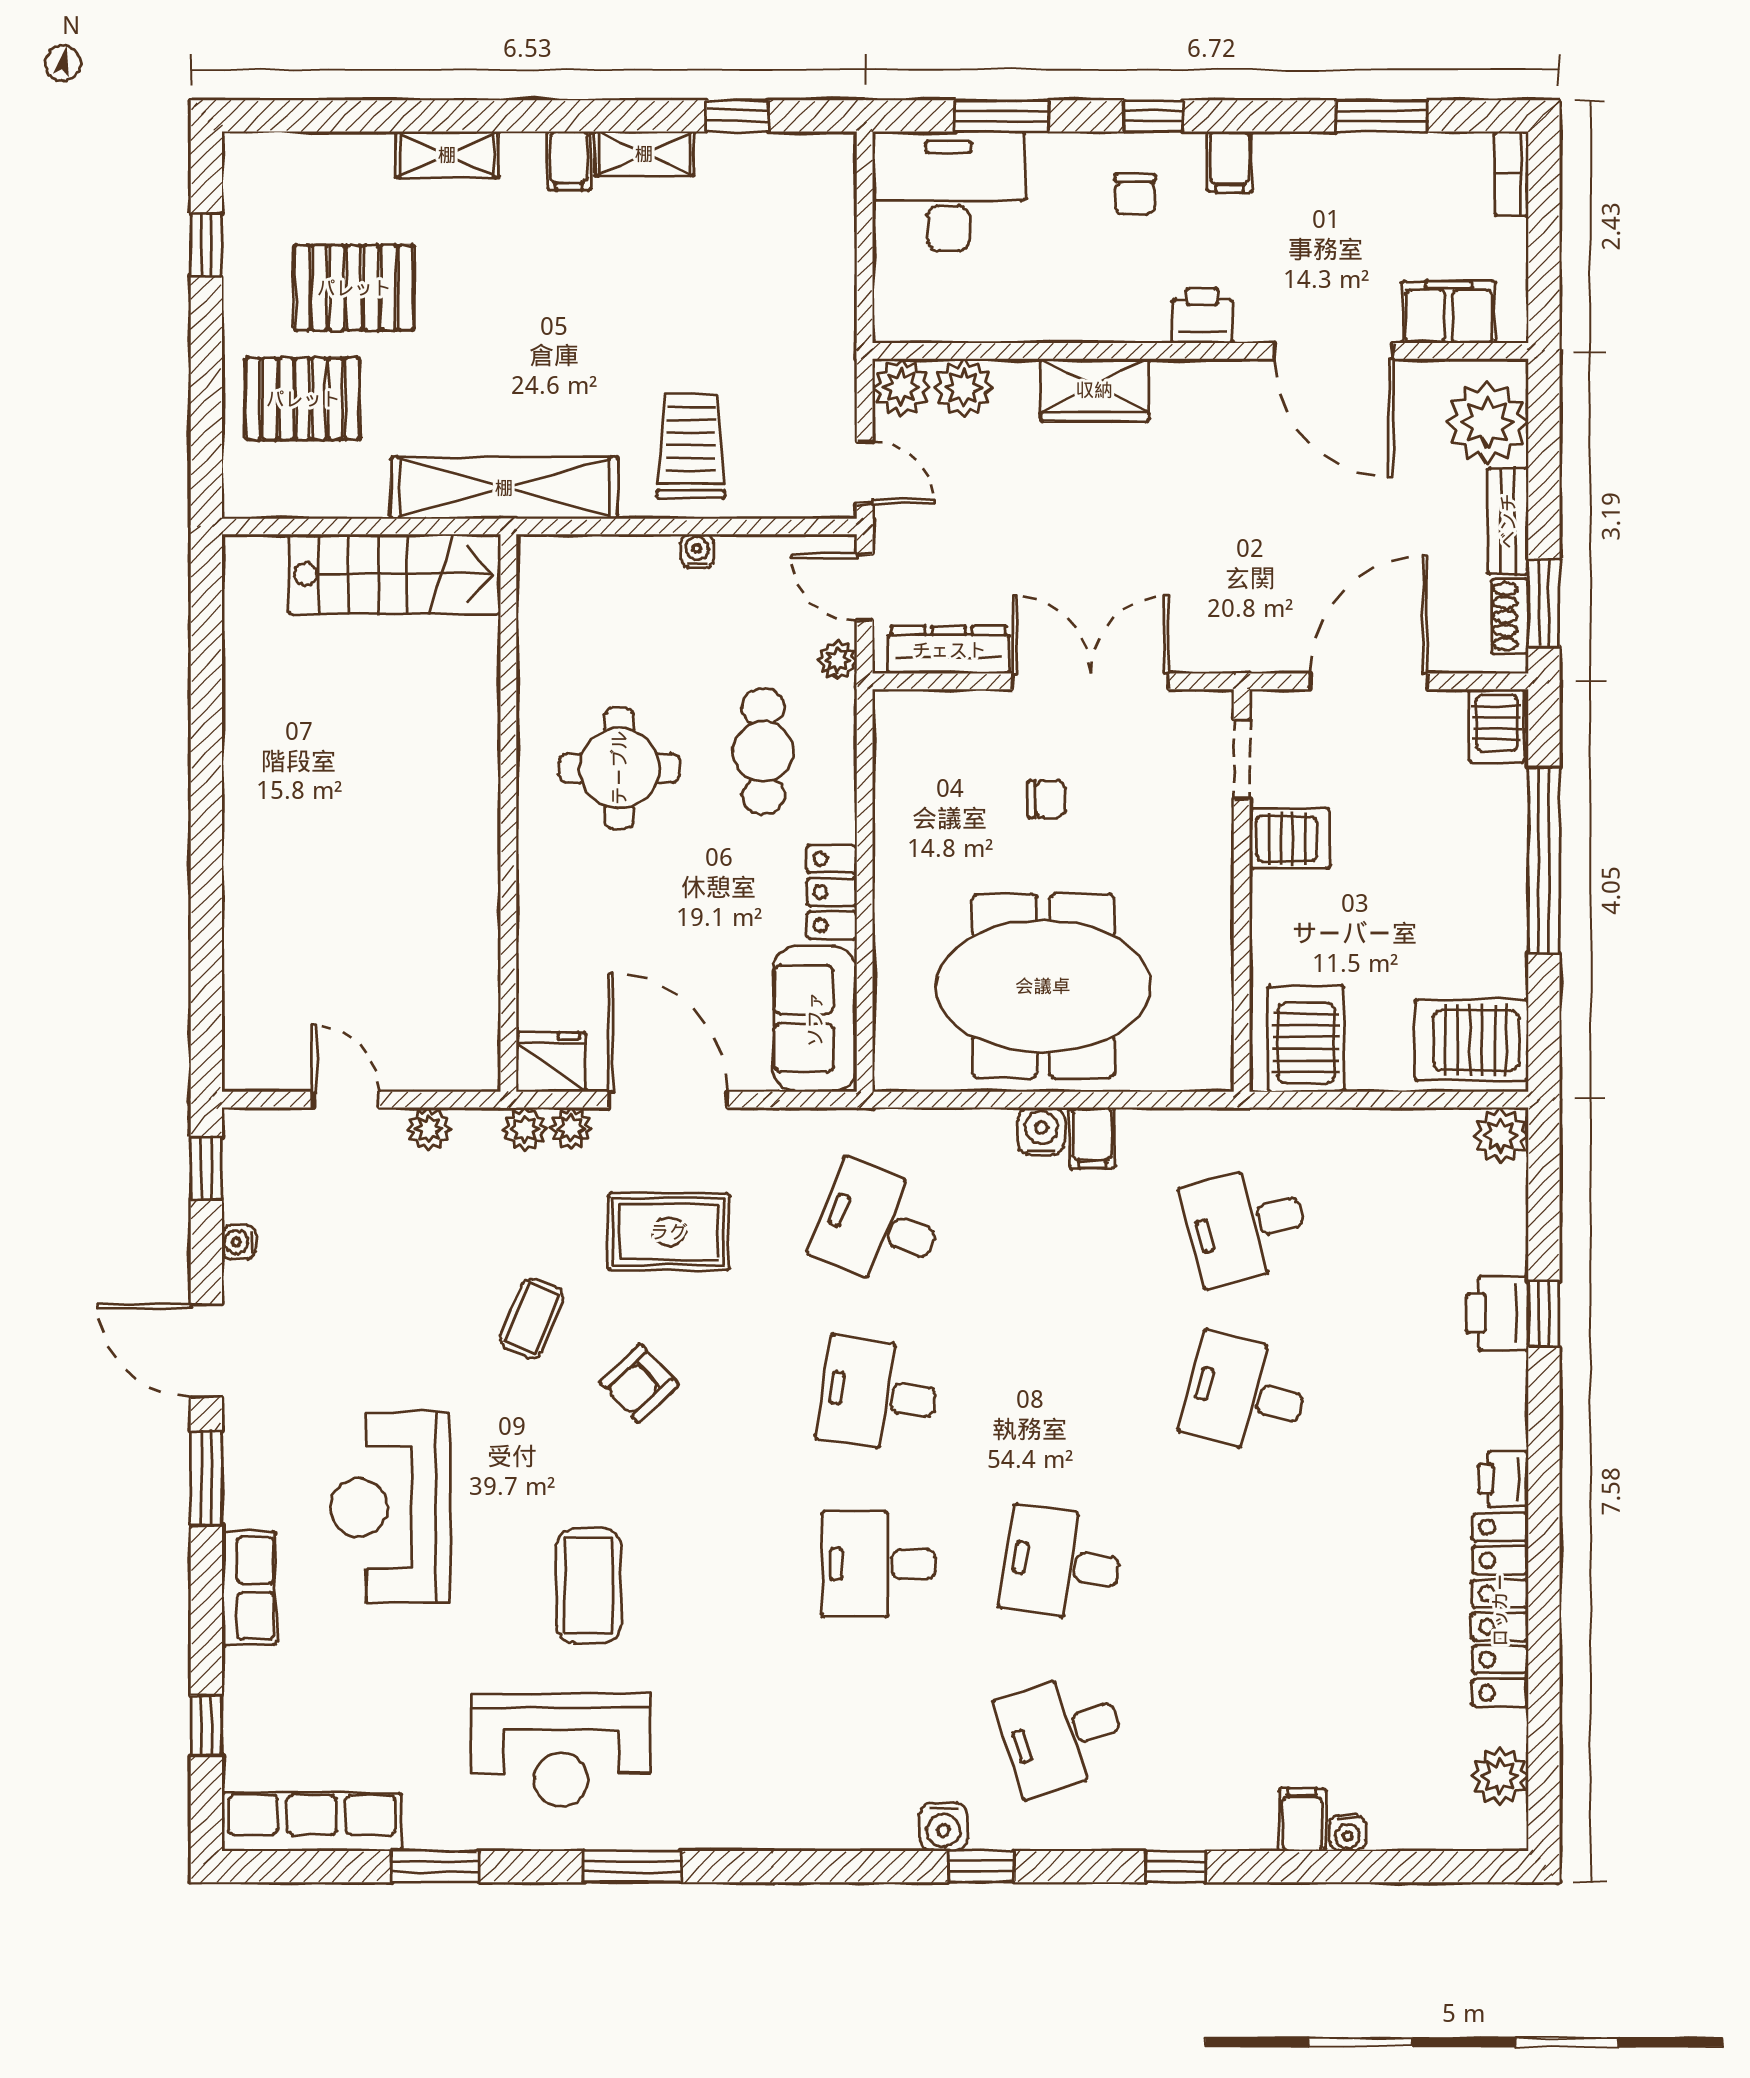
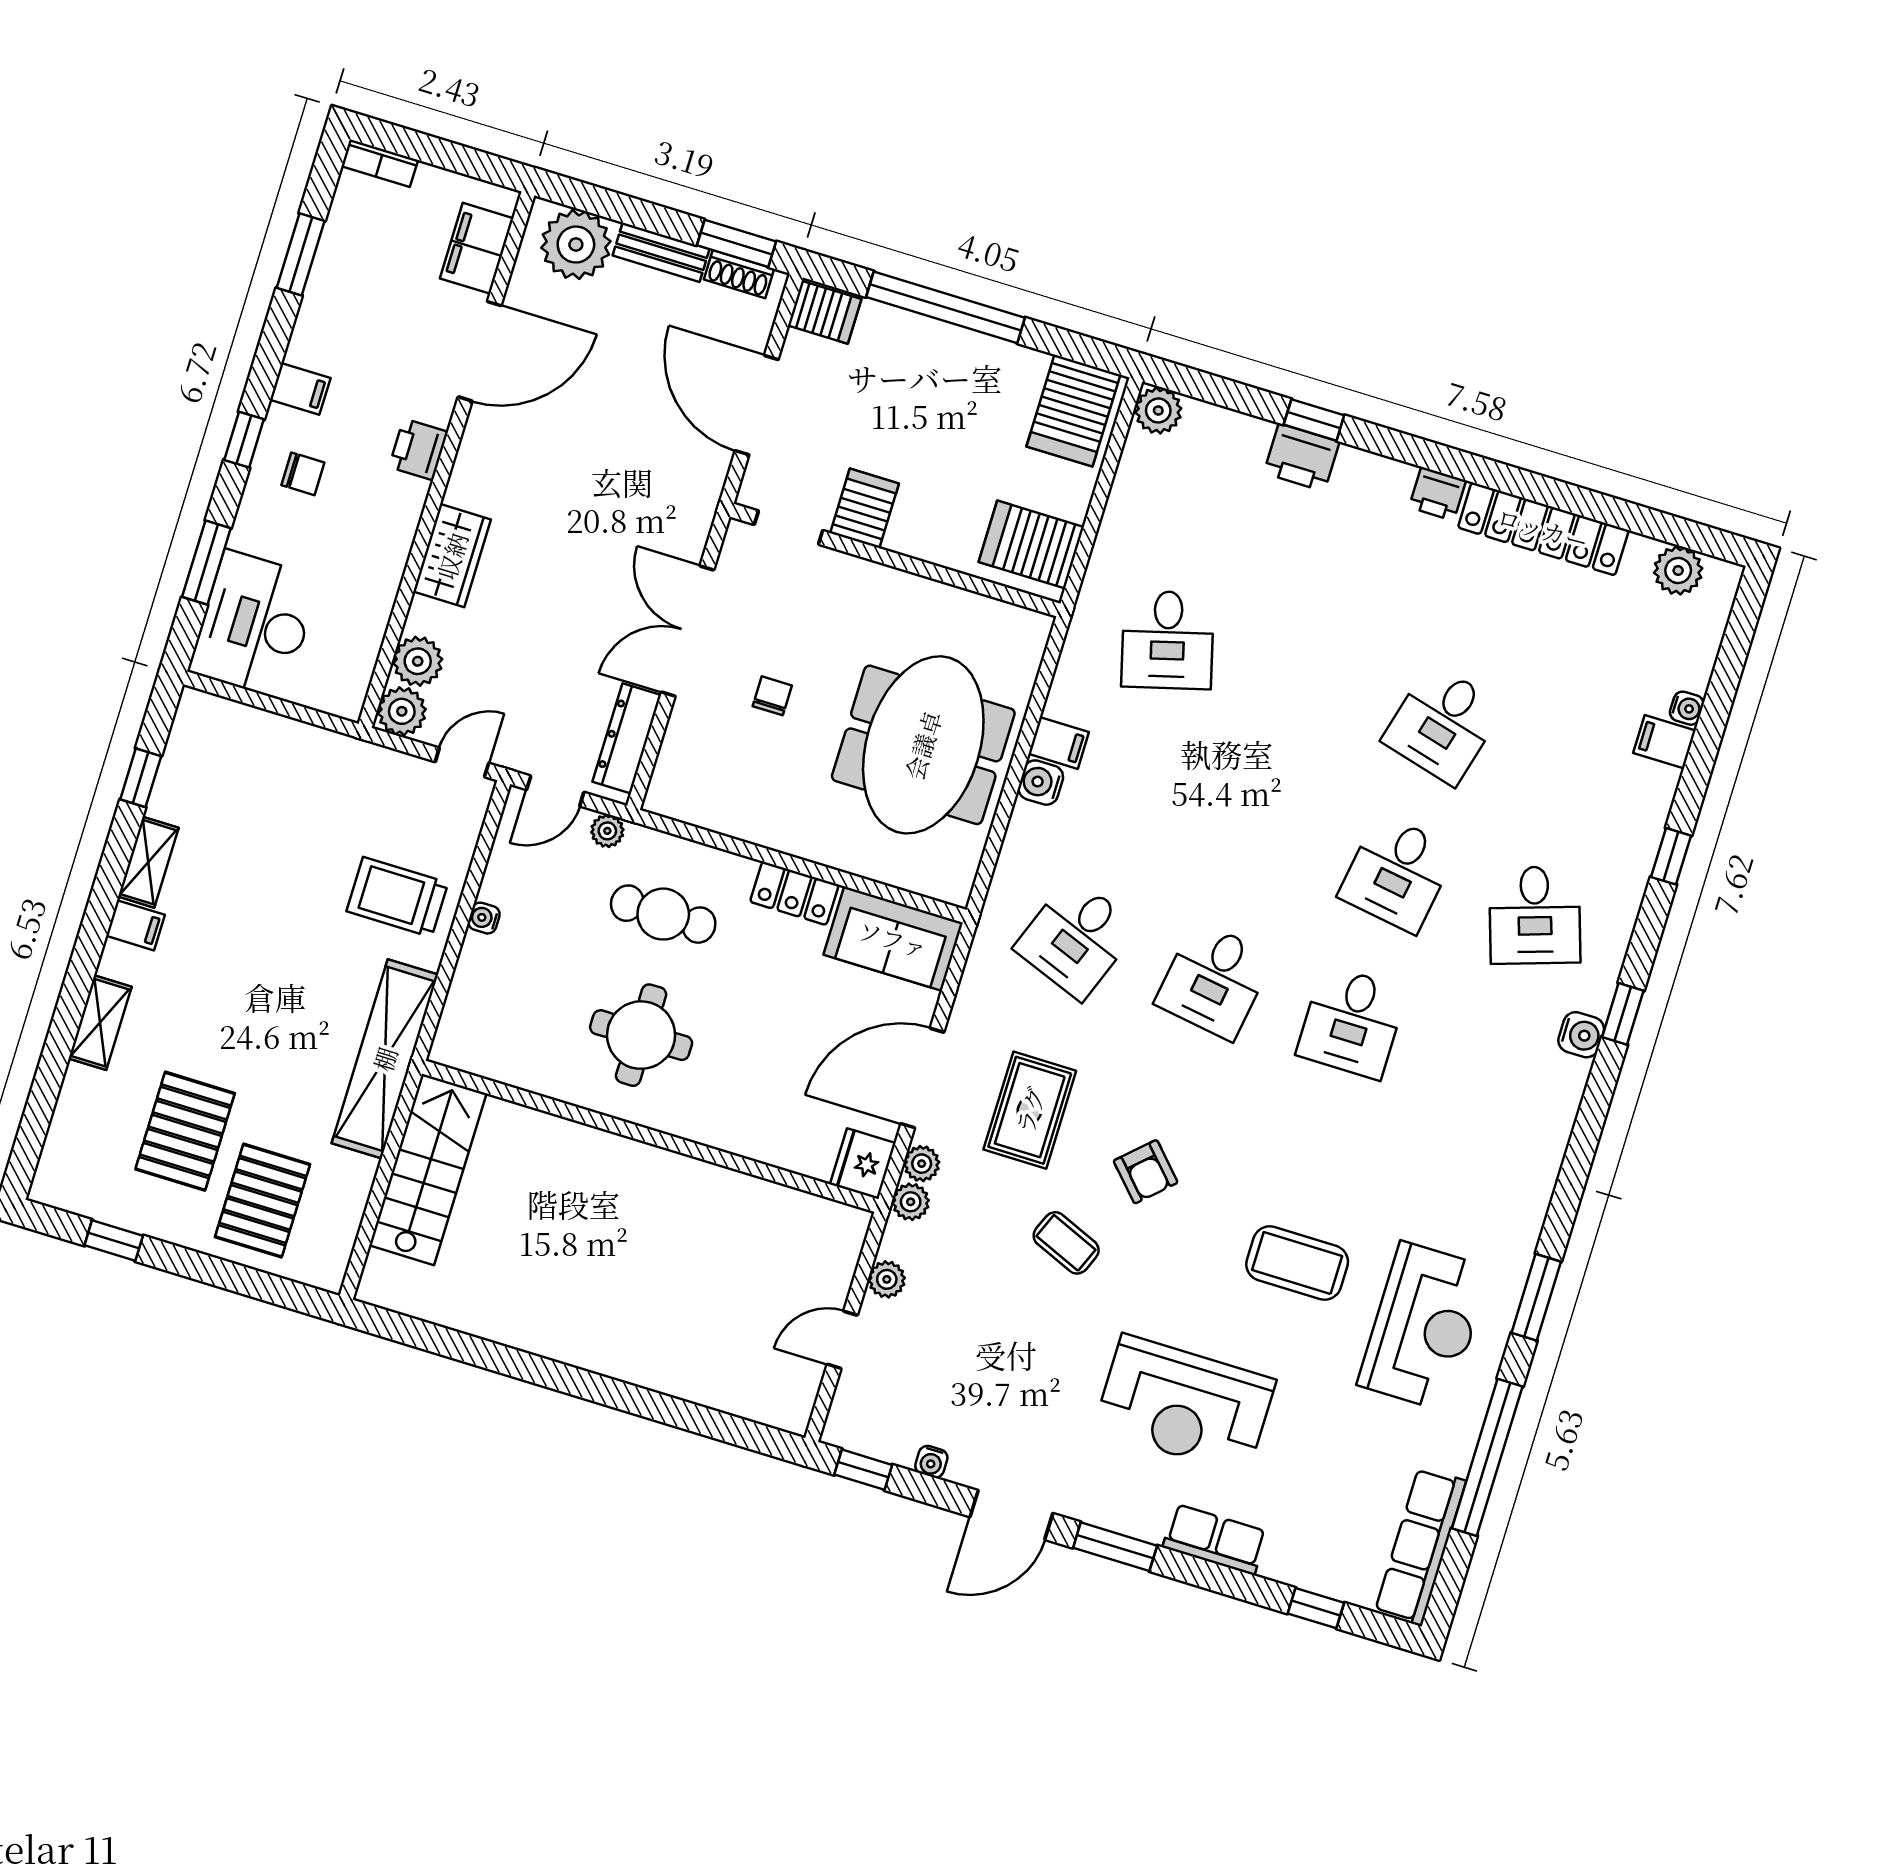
desk: (1246, 1394) -> (1443, 724), moved
window: (435, 1867) -> (1487, 1457), width x2.11

